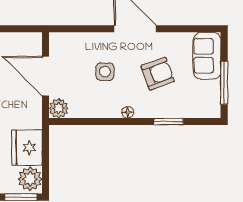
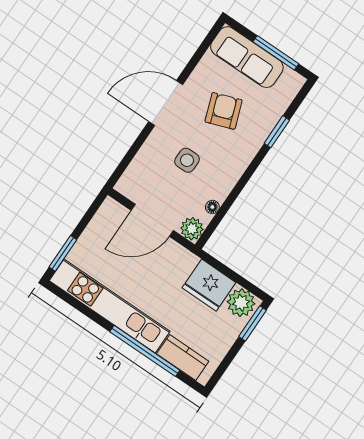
sofa: (207, 56) -> (247, 57), width x1.36
floor lamp: (128, 112) -> (212, 207), moved

